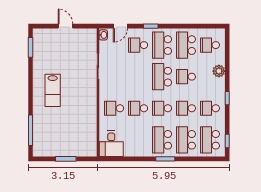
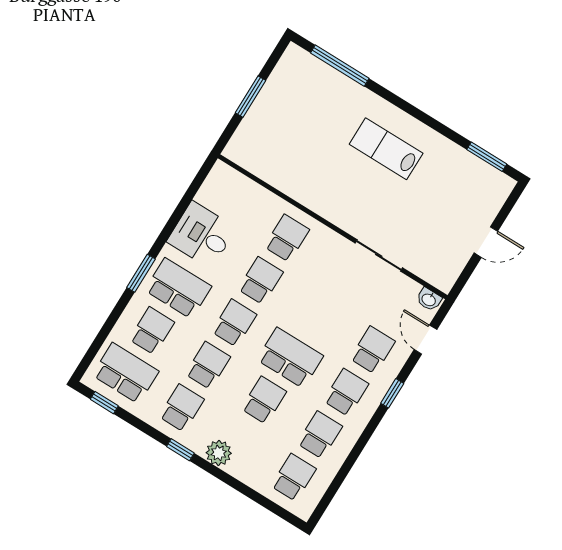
school desk: (162, 45) -> (346, 392), width x0.54
school desk: (186, 45) -> (320, 435), width x0.54
plant: (219, 71) -> (219, 453), moved
school desk: (186, 140) -> (152, 331), width x0.54
desk: (111, 144) -> (202, 235), moved

